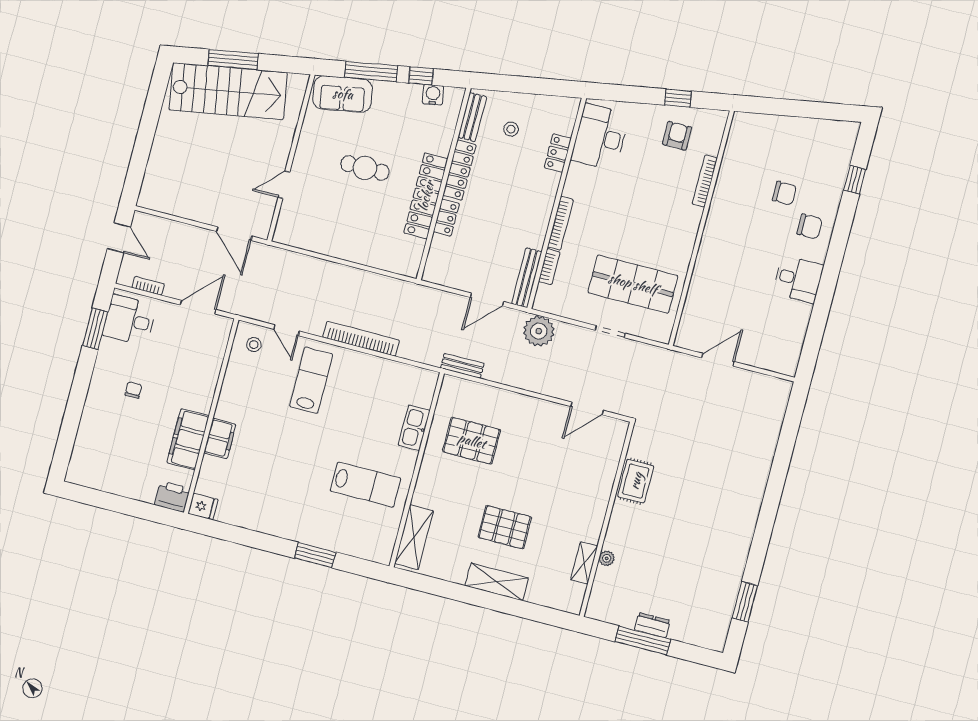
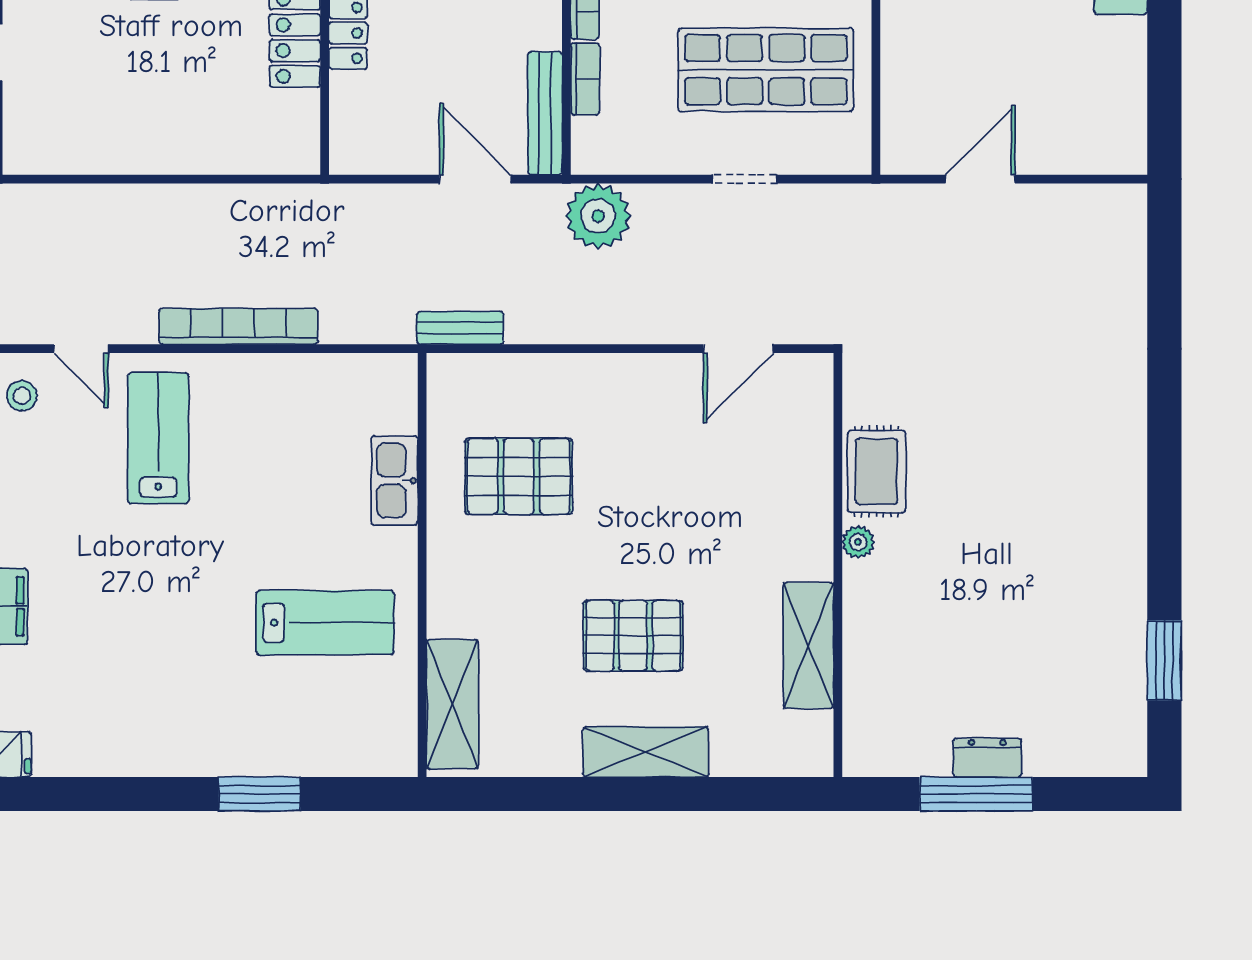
door: (487, 300) -> (475, 179), swing flipped
plant: (607, 558) -> (858, 542), moved
shelving: (584, 563) -> (808, 645), width x1.50, depth x1.33

